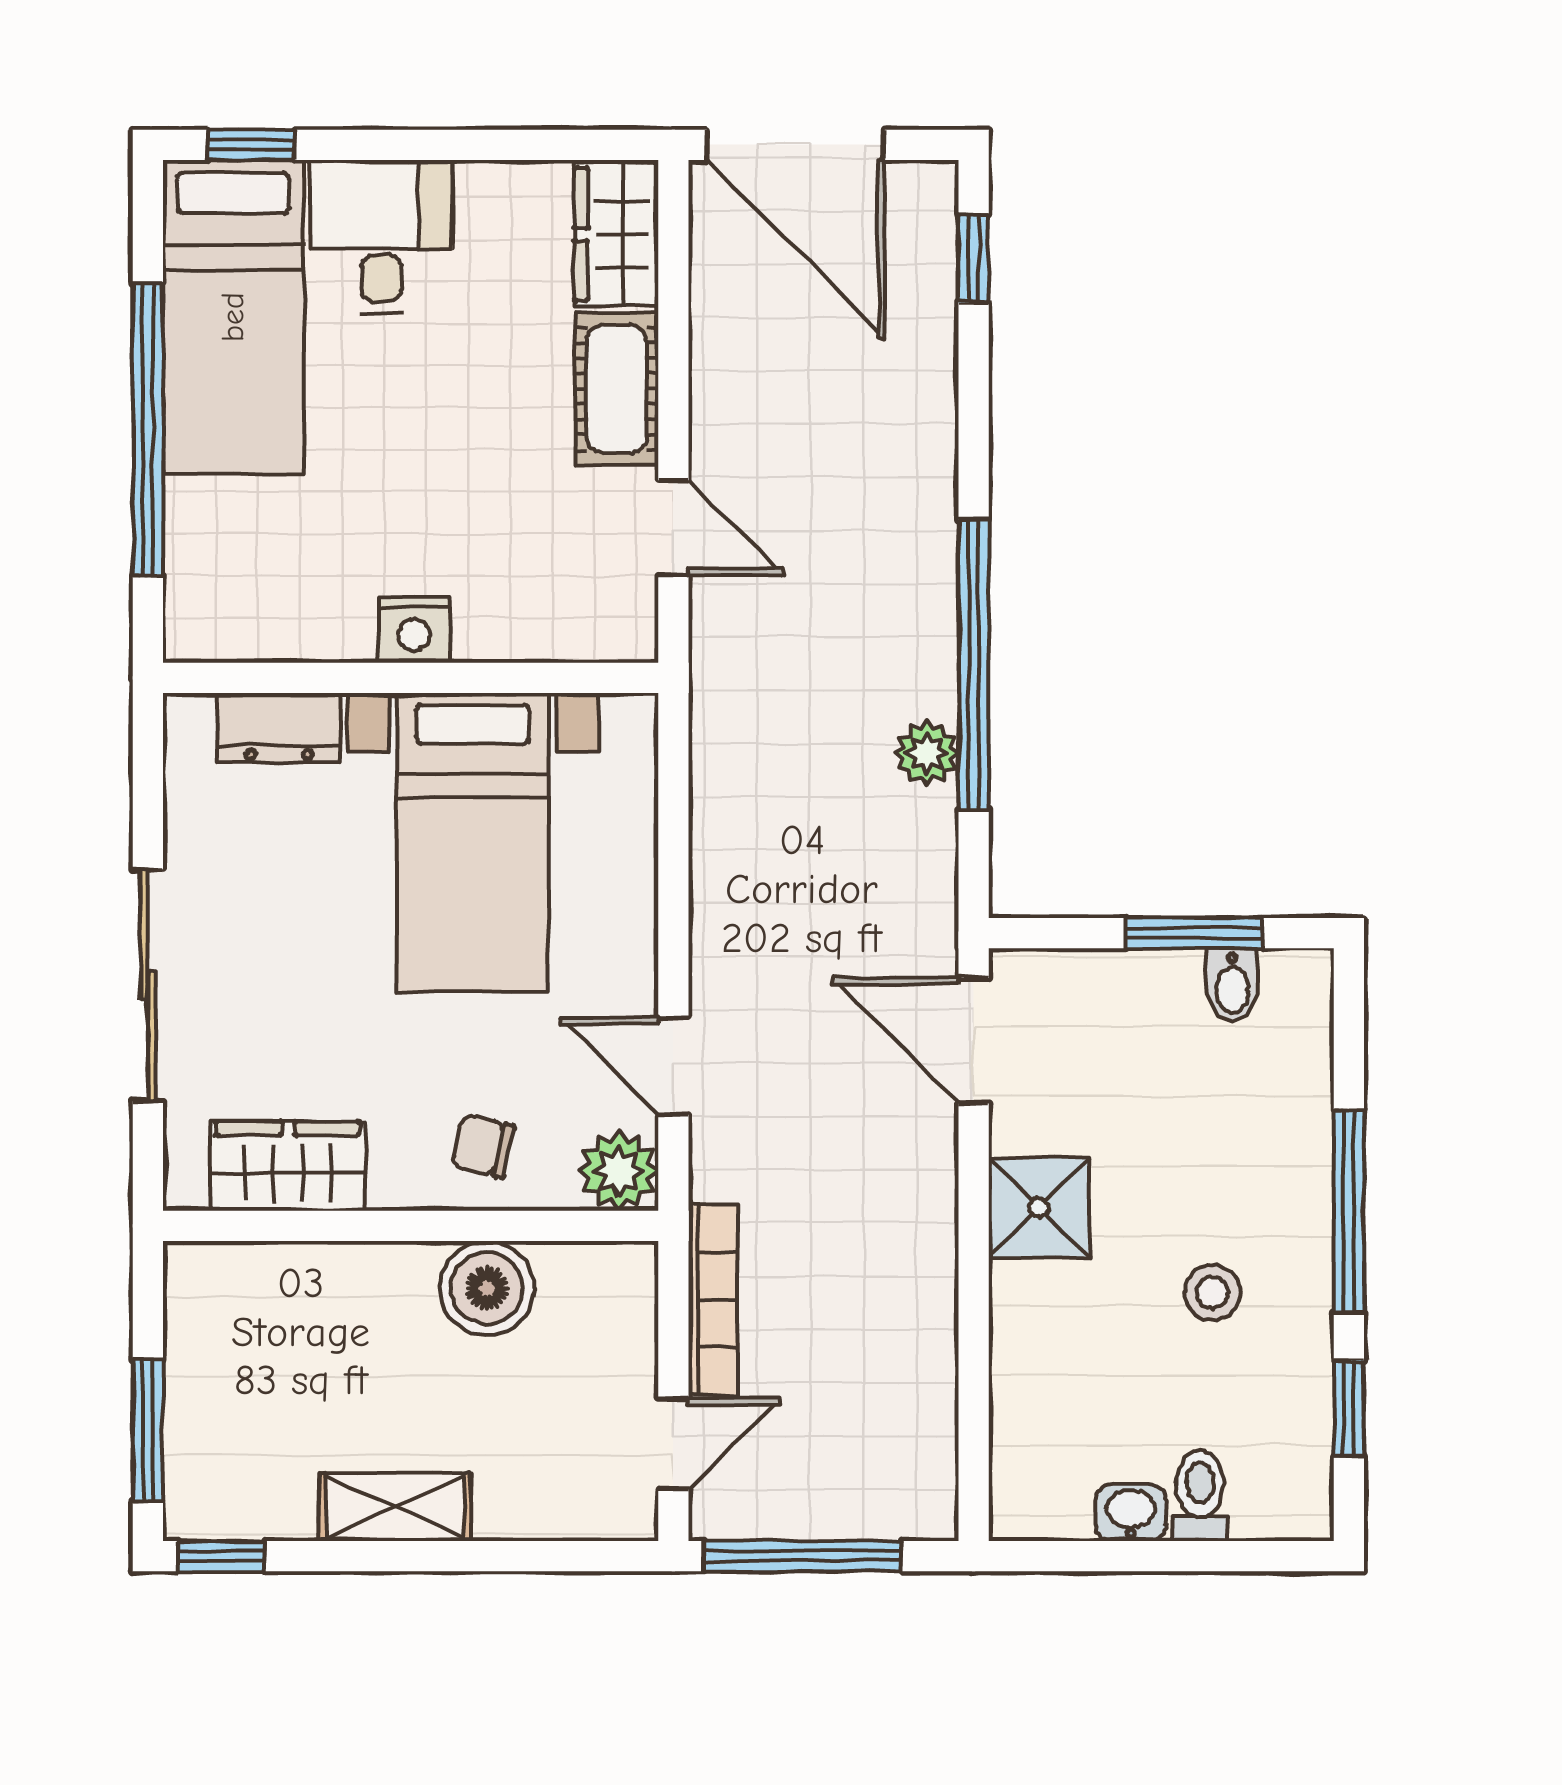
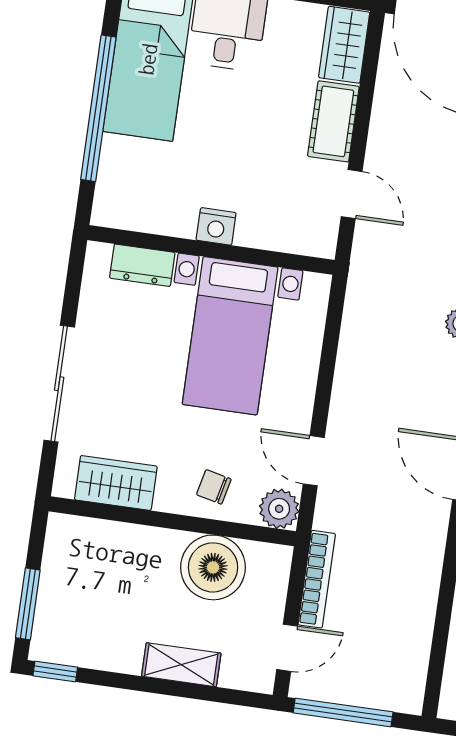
boiler: (487, 1288) -> (213, 567), width x1.37, depth x1.37
shelving: (395, 1507) -> (181, 665), moved

